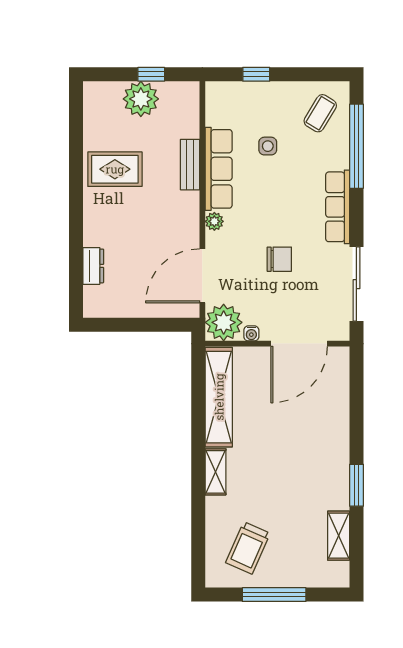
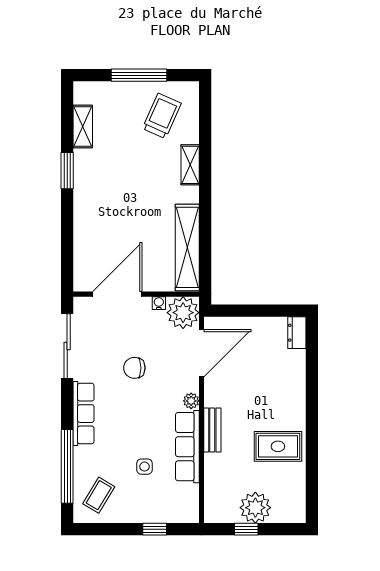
bench: (190, 165) -> (212, 430), moved
dresser: (93, 266) -> (297, 333), moved
shelving: (216, 472) -> (190, 165), moved

